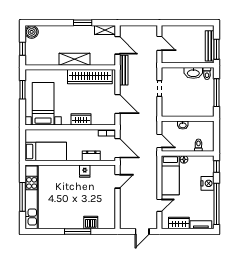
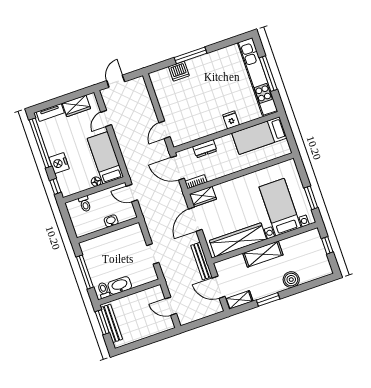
boiler: (32, 32) -> (291, 280), moved
bed with nightstands: (43, 104) -> (280, 207), moved, turned 180
door: (117, 104) -> (195, 219), hinge flipped
wardrobe: (81, 119) -> (203, 197), moved
fridge: (85, 171) -> (231, 120), moved

